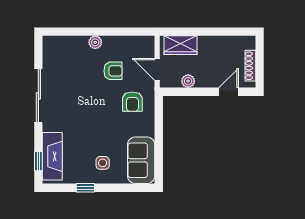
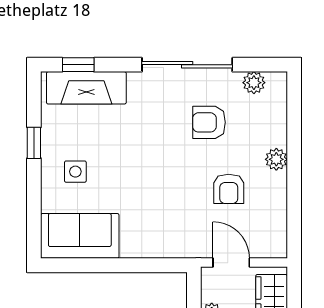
plant: (49, 56) -> (254, 83), added
door: (157, 69) -> (231, 263), hinge flipped
armchair: (132, 102) -> (209, 122), moved

